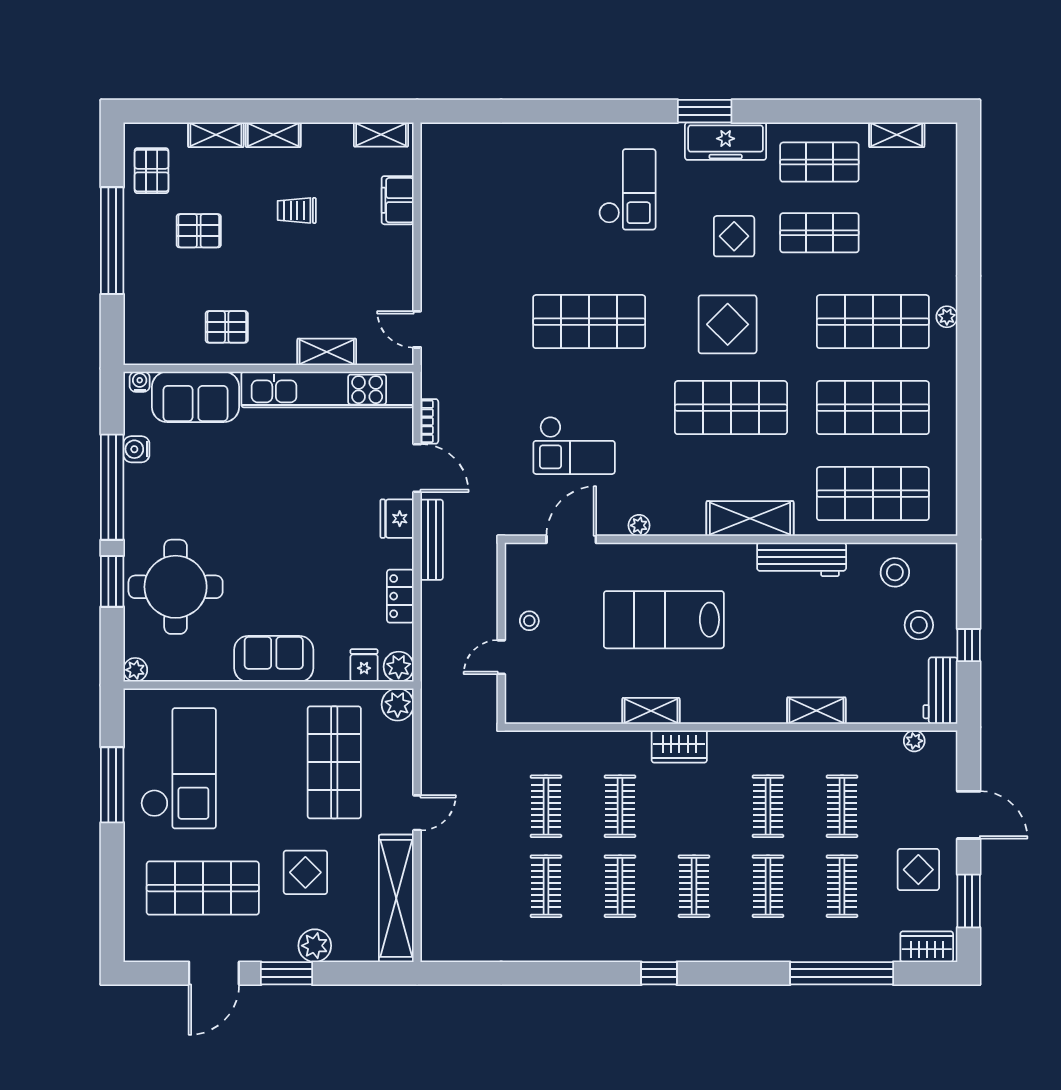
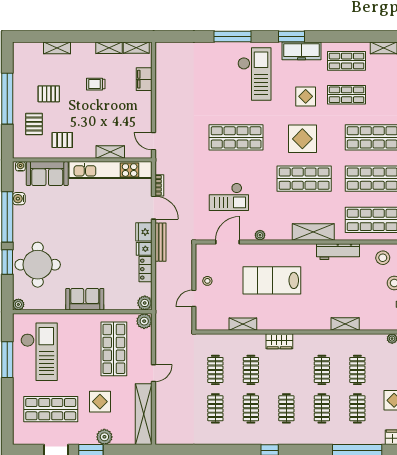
window: (582, 111) -> (232, 36), added
shelving: (273, 135) -> (109, 48), moved
pallet: (152, 171) -> (34, 124), moved
checkout: (627, 189) -> (254, 74), width x1.36, depth x1.21
fridge: (364, 665) -> (144, 249), moved, turned -90
shelving: (651, 711) -> (243, 324), moved

